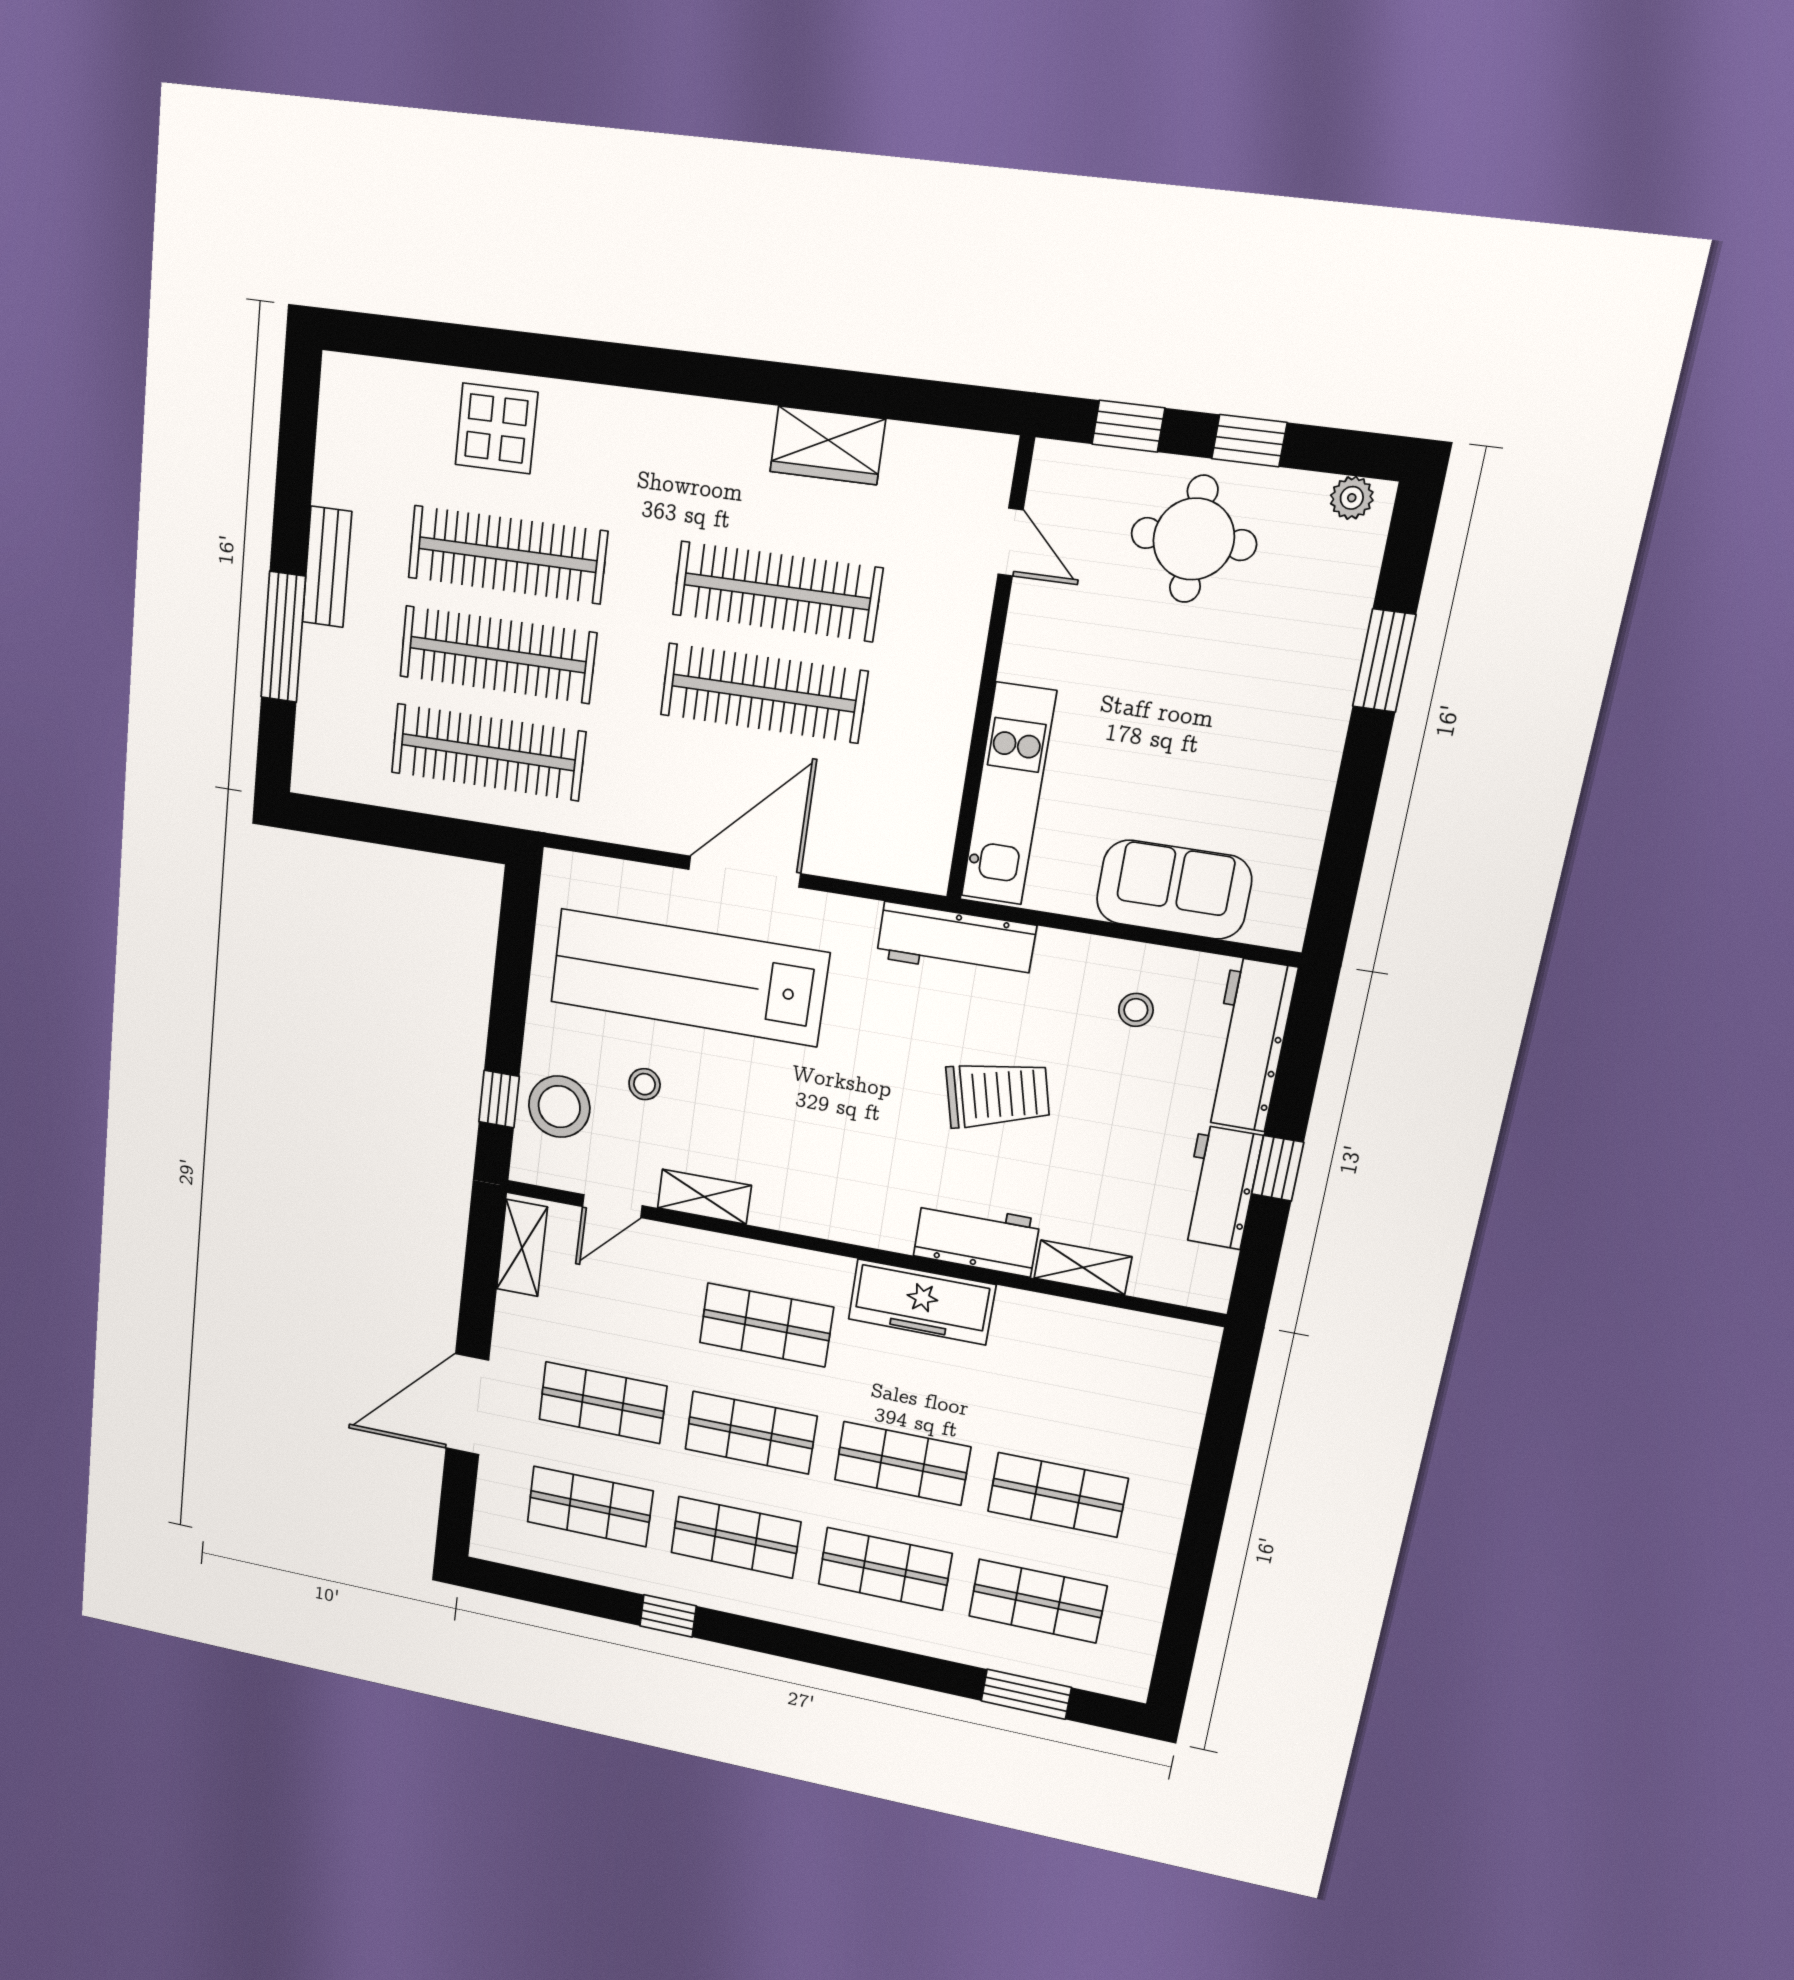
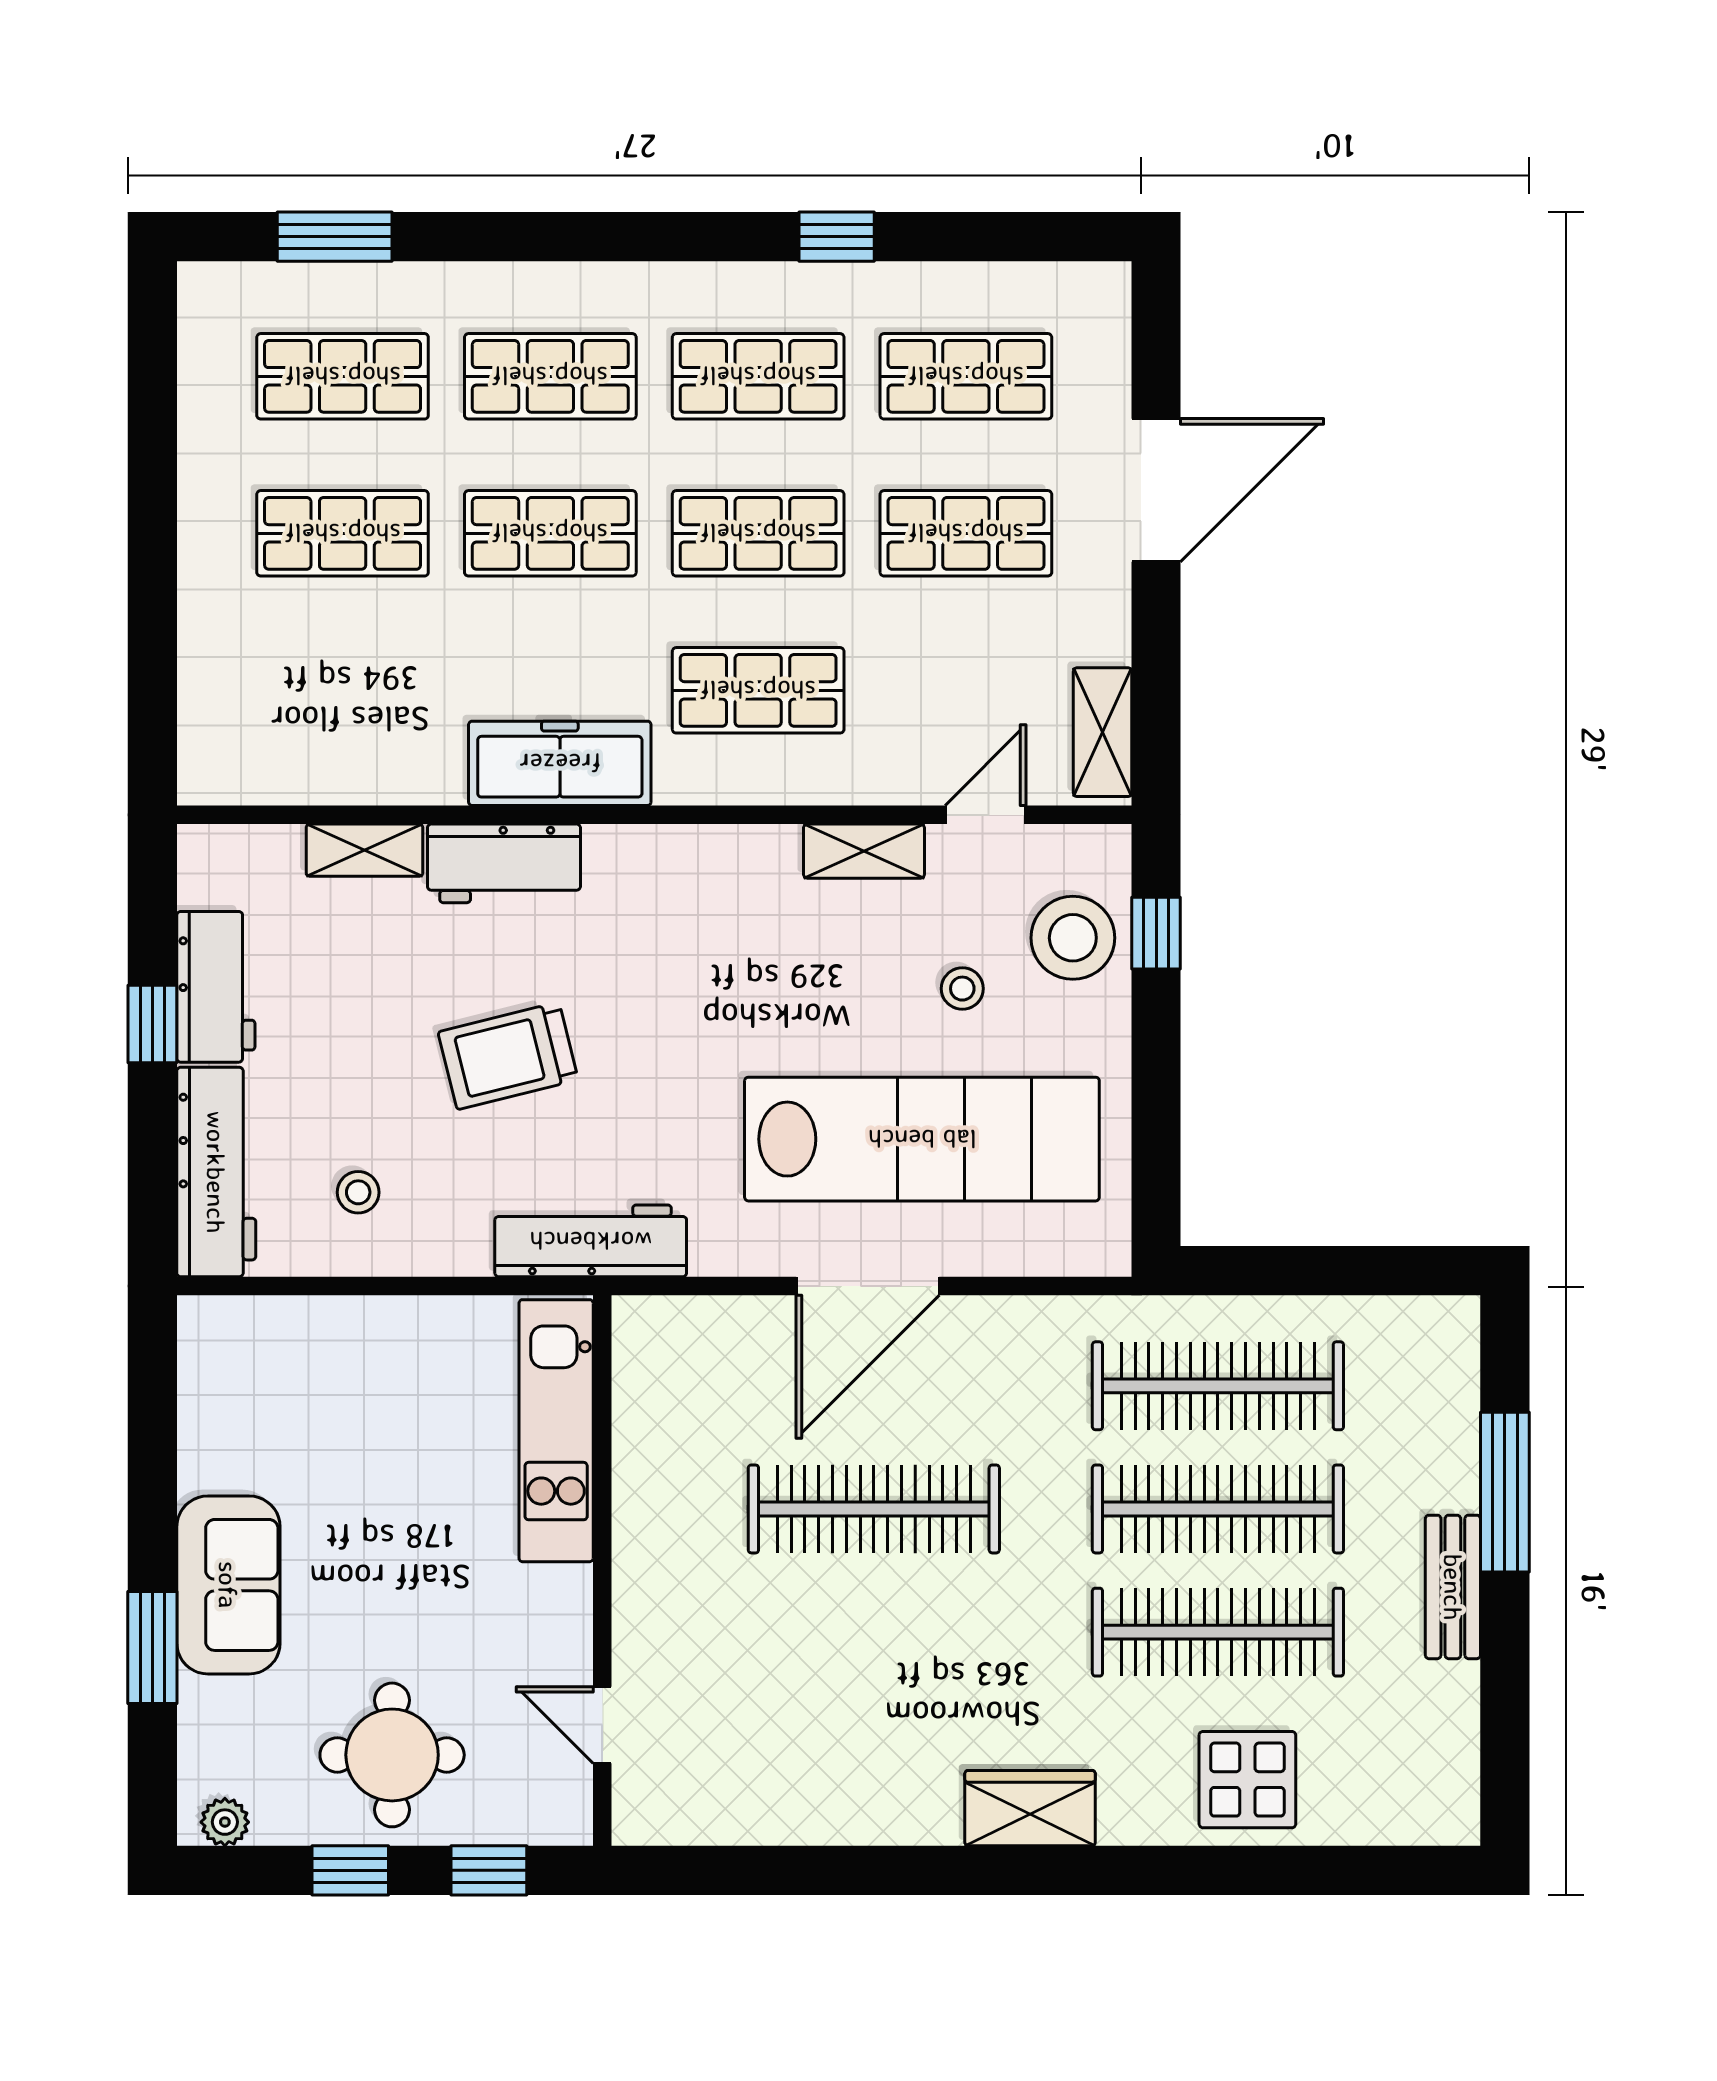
wardrobe: (828, 445) -> (1030, 1808), moved
clothes rail: (777, 591) -> (874, 1632), removed
sofa: (1174, 890) -> (228, 1585), moved, turned -90

